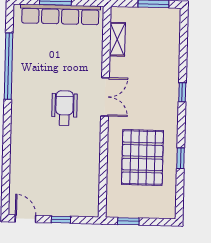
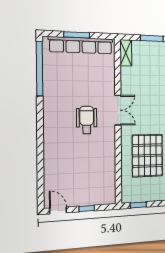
shelving: (117, 39) -> (126, 53), moved
window: (8, 66) -> (40, 69), moved

